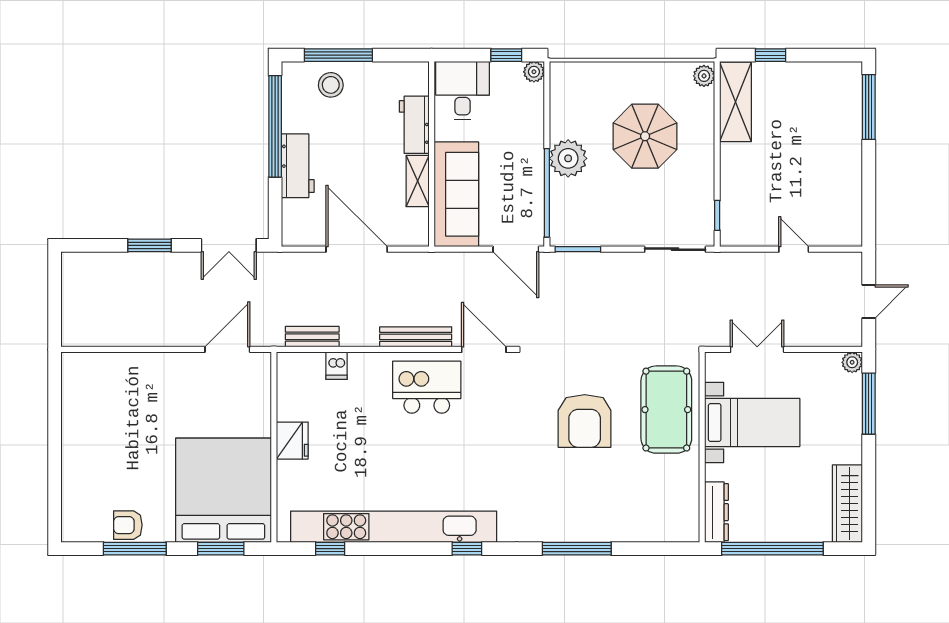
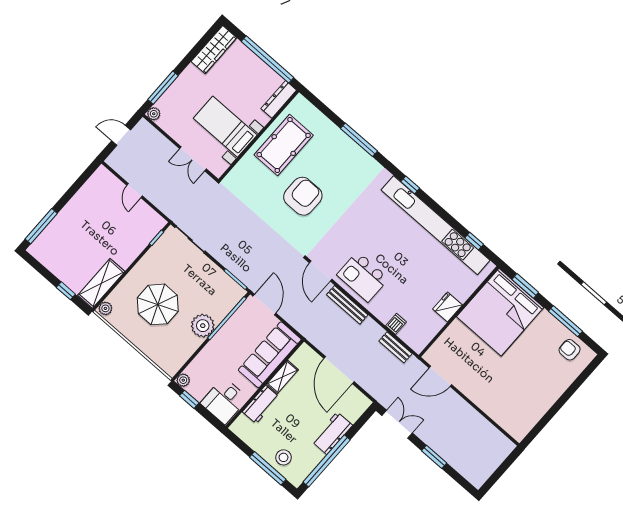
pool table: (666, 410) -> (284, 145), moved
armchair: (128, 525) -> (570, 350), moved, turned 180

